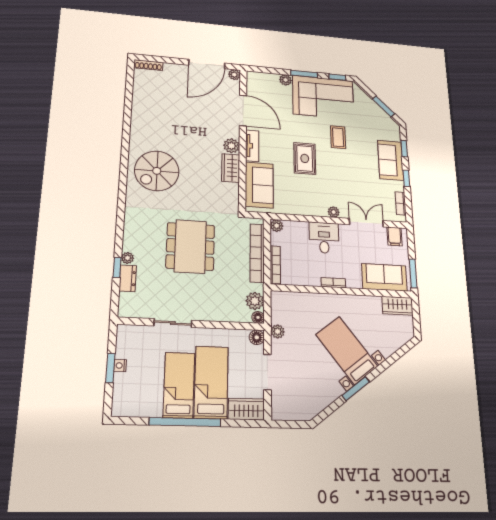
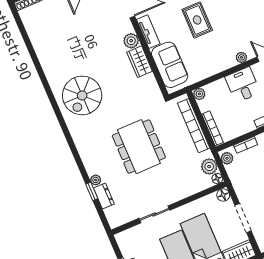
bookcase: (302, 297) -> (246, 145), added
plant: (278, 331) -> (227, 158), moved

